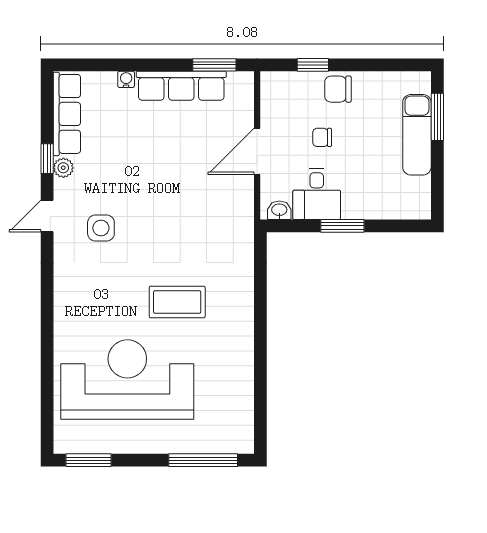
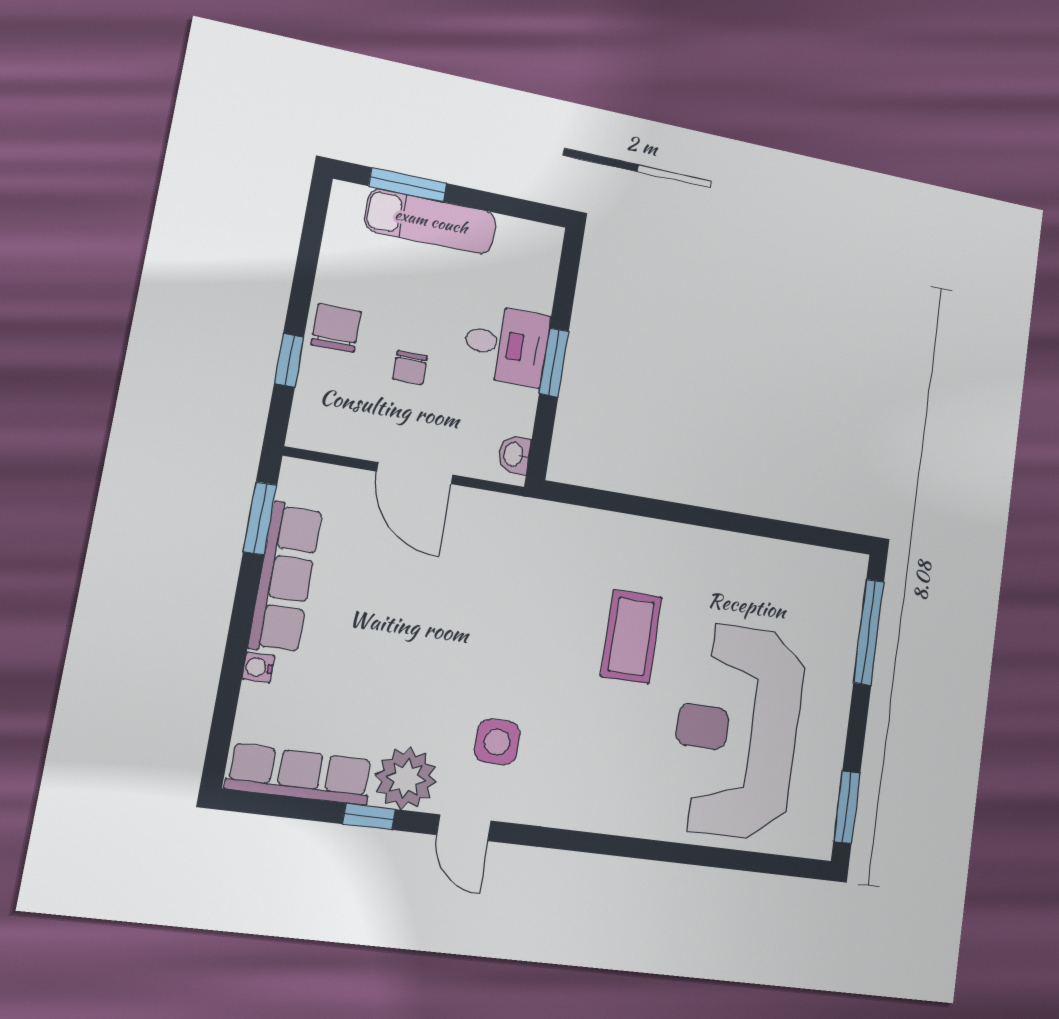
chair: (338, 89) -> (336, 328), turned 180
plant: (63, 168) -> (406, 779), width x1.88, depth x1.88
desk: (317, 194) -> (506, 345), moved

